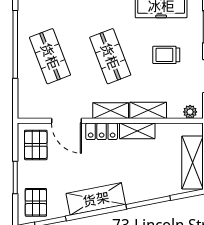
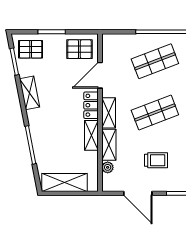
trolley: (166, 55) -> (156, 160), turned 90
plant: (190, 112) -> (108, 167), moved
shelving: (96, 199) -> (30, 93), width x0.67, depth x0.75

